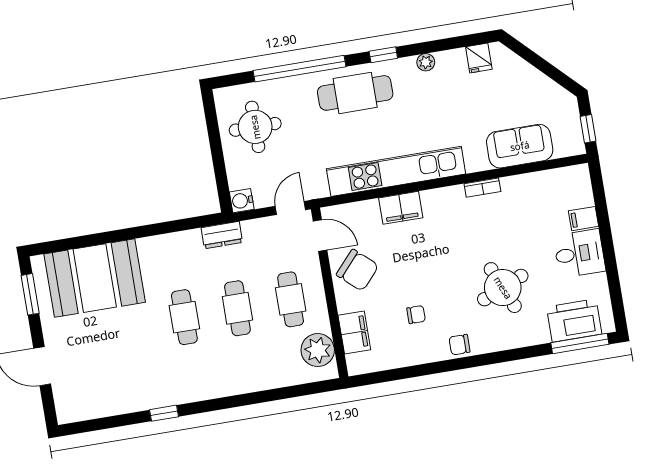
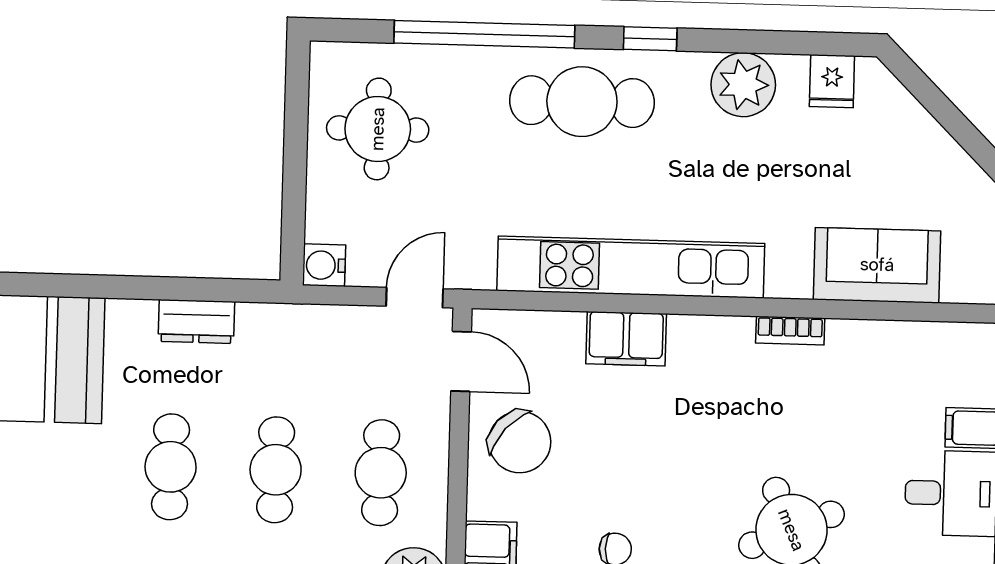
plant: (426, 62) -> (743, 85), width x1.87, depth x1.87
dresser: (222, 235) -> (196, 321), moved

